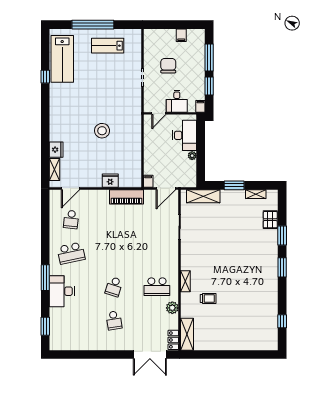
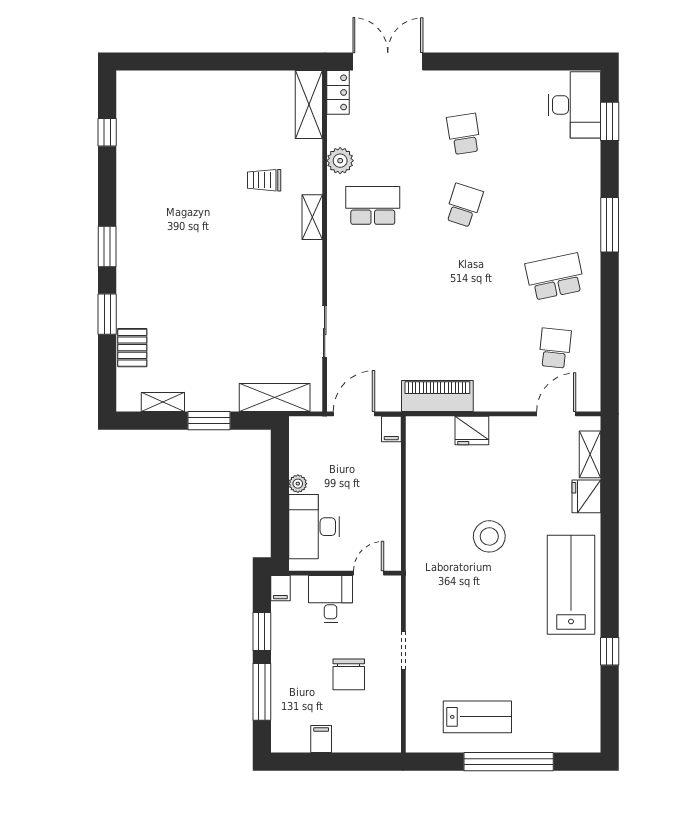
lab bench: (62, 59) -> (571, 585), moved
desk: (62, 291) -> (575, 105), moved

